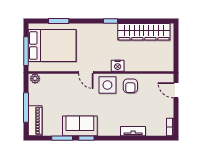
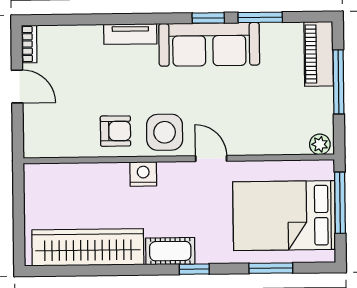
window: (110, 21) -> (194, 269), moved
cot: (105, 30) -> (170, 251), added
armchair: (130, 86) -> (115, 131), turned 90
door: (176, 90) -> (17, 87), moved
sofa: (80, 126) -> (209, 44), width x1.36
tv unit: (133, 131) -> (130, 34), moved

